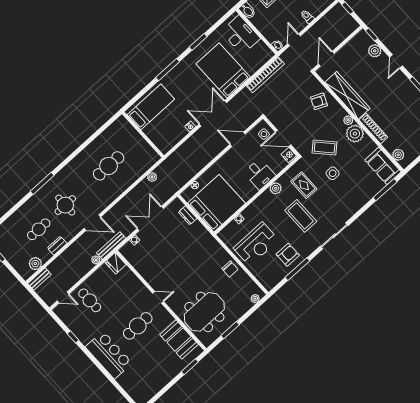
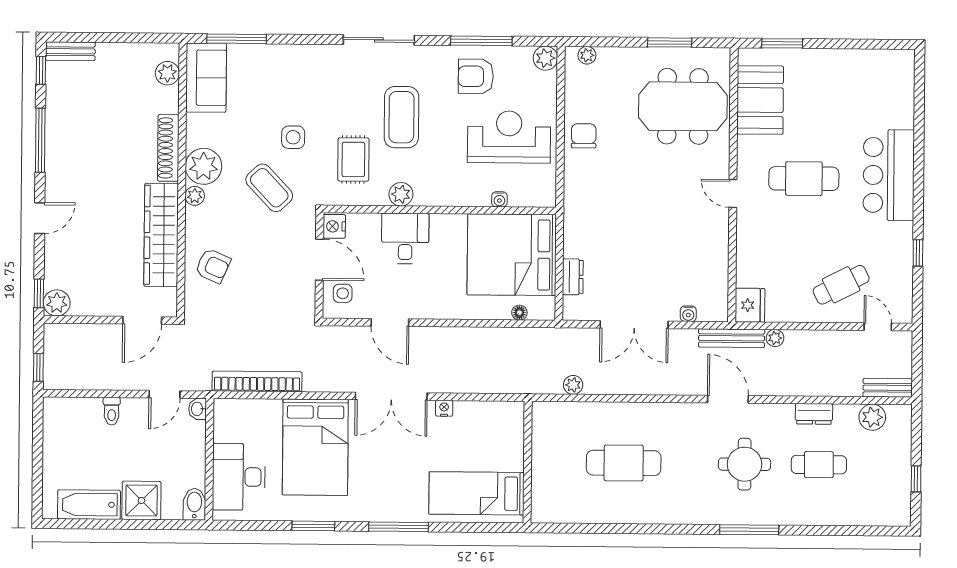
plant: (375, 51) -> (57, 303), moved
plant: (269, 284) -> (545, 58), added
cafe table: (90, 300) -> (841, 285), turned 63

